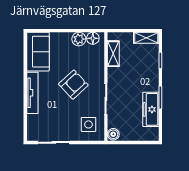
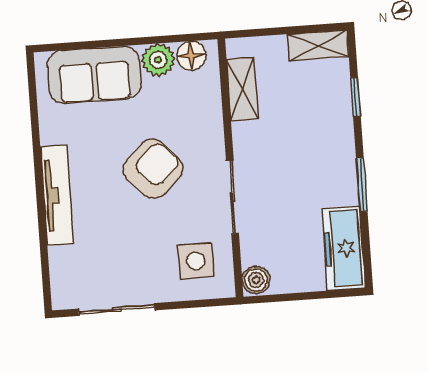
sofa: (38, 52) -> (94, 75), moved, turned 90
freezer: (151, 109) -> (344, 248), moved

